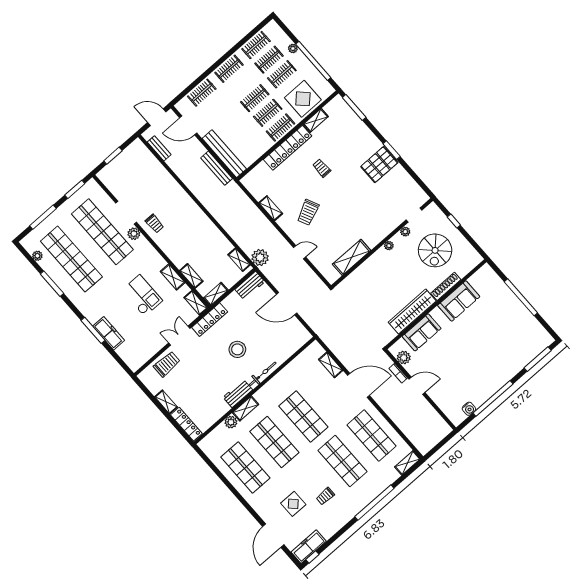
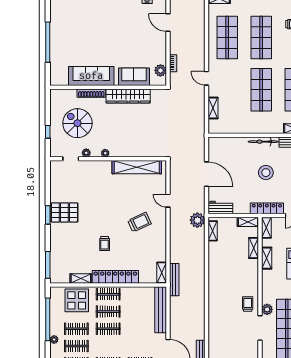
bench: (217, 168) -> (174, 280), moved
shelving: (271, 208) -> (162, 273), moved
spiral stairs: (435, 250) -> (77, 123), turned -90
shelving: (352, 257) -> (137, 167), width x1.47
sofa: (459, 301) -> (91, 76), width x1.36
door: (359, 385) -> (207, 78), width x0.53
door: (417, 386) -> (168, 23), moved

